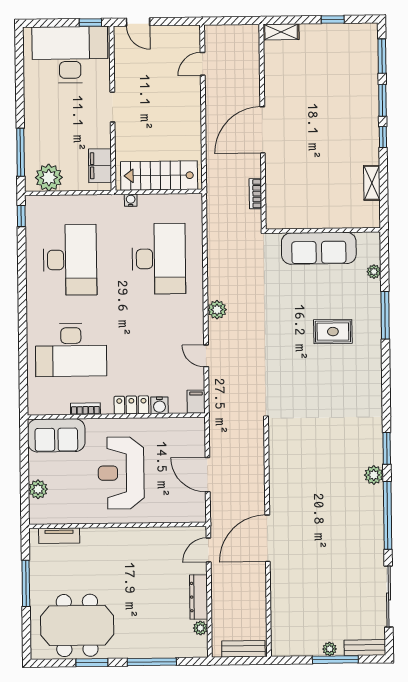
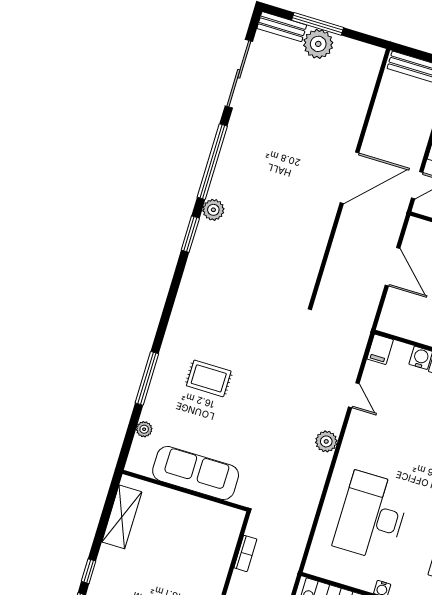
shelving: (372, 183) -> (122, 517), width x1.50, depth x1.33
plant: (330, 649) -> (318, 44), width x1.88, depth x1.88

